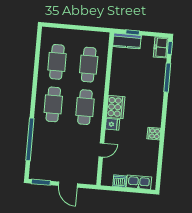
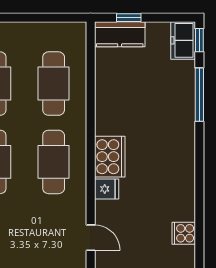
cooker: (154, 134) -> (184, 233), moved
door: (101, 150) -> (91, 238), hinge flipped

